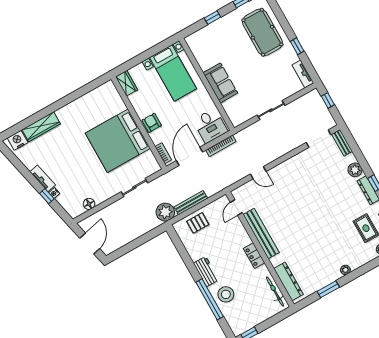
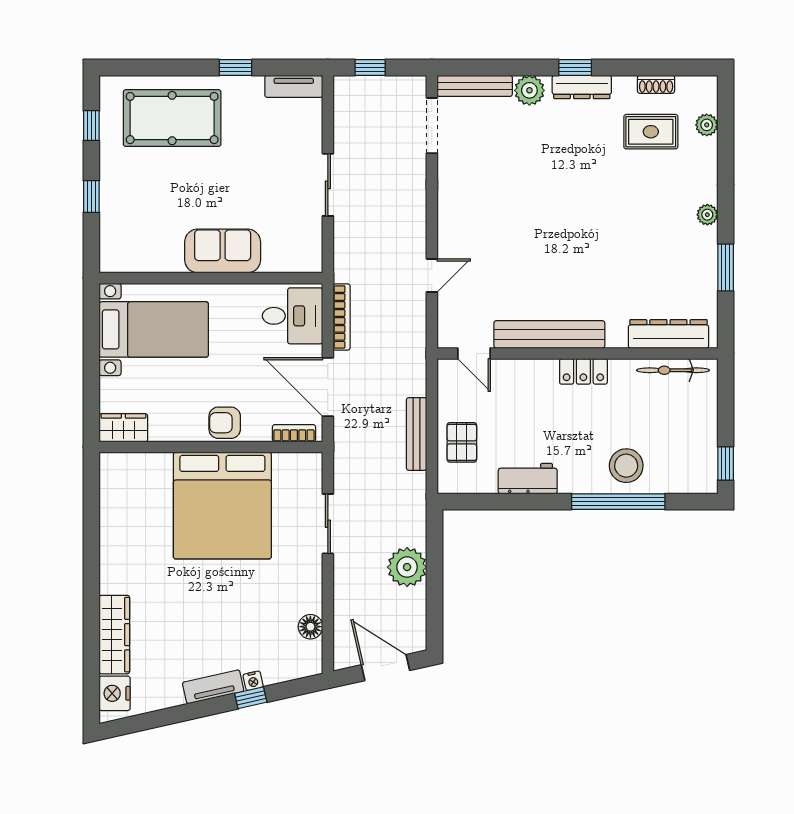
bench: (342, 143) -> (475, 86), width x1.36
plant: (165, 212) -> (407, 567), moved
workbench: (206, 272) -> (528, 479), moved

